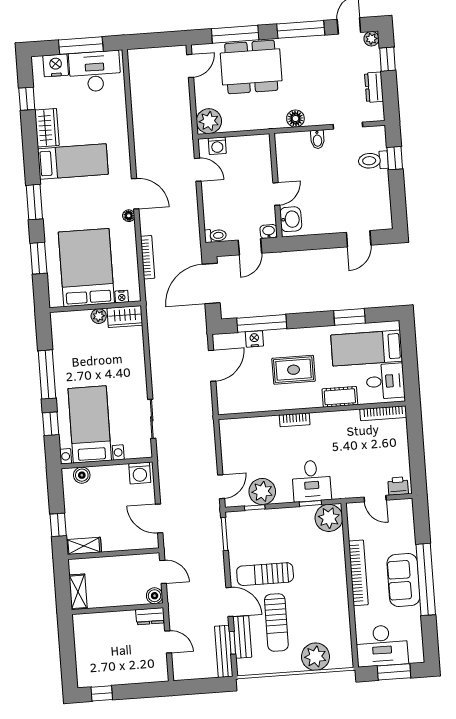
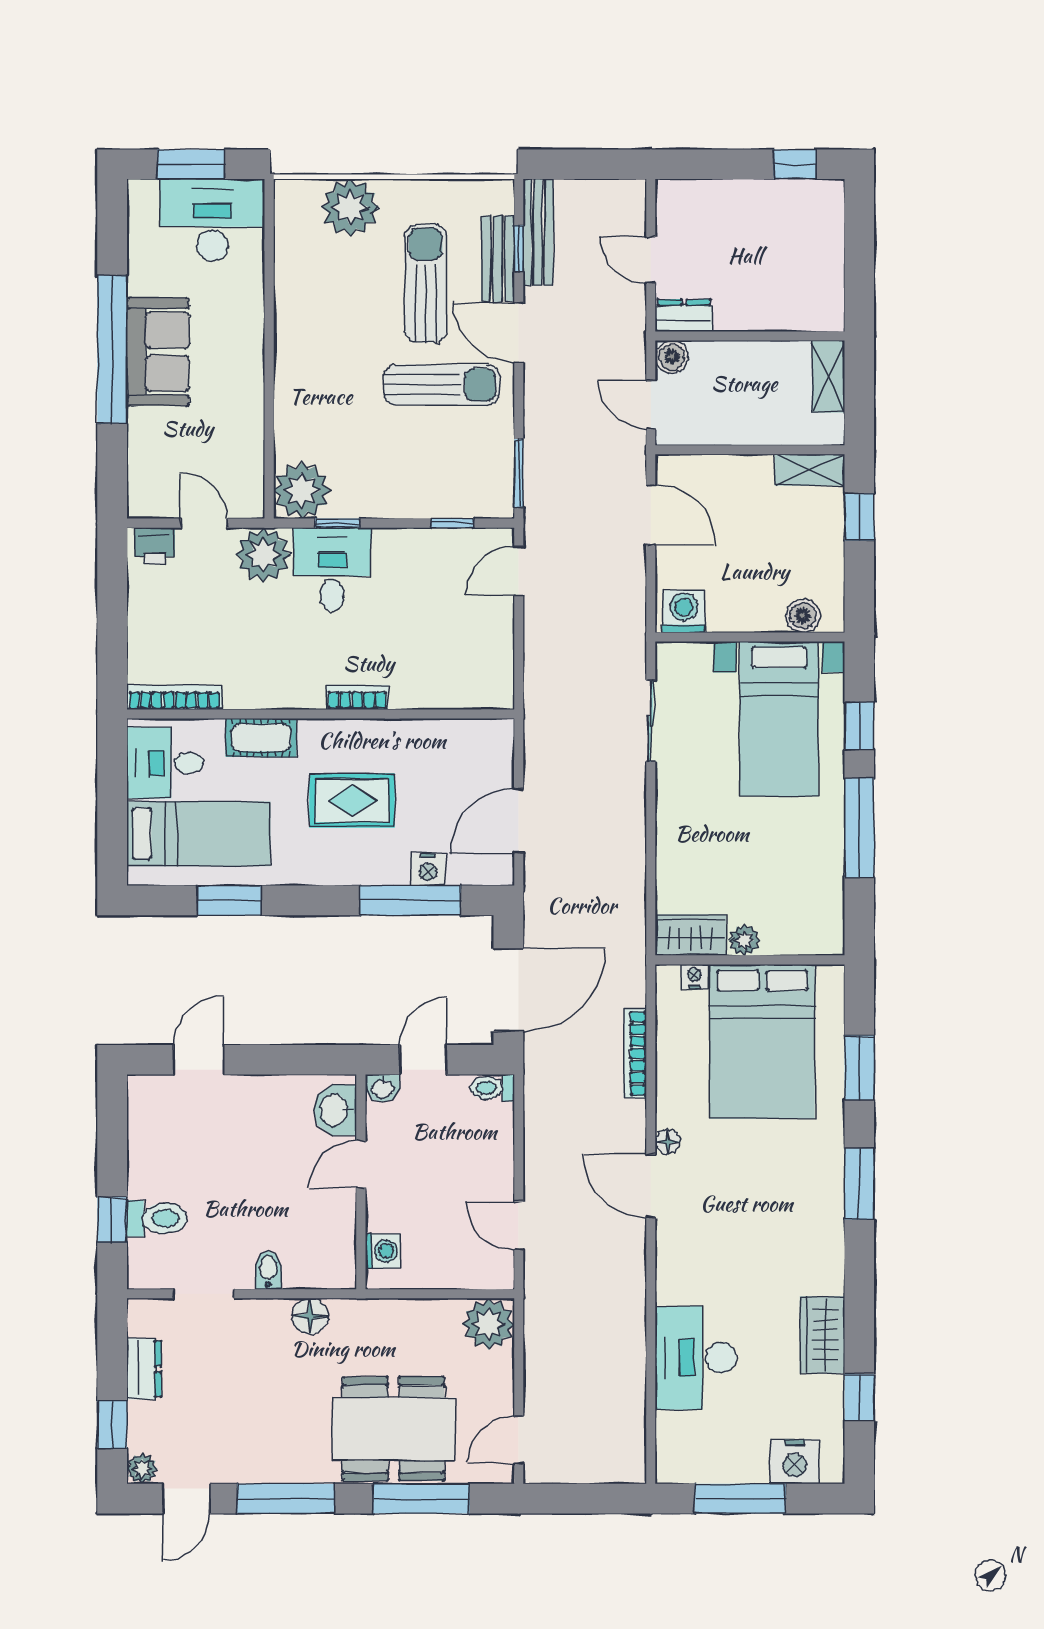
desk: (95, 71) -> (696, 1358), moved, turned 90
washing machine: (217, 146) -> (383, 1251), moved, turned 90
bed: (73, 161) -> (774, 1262), removed
plant: (262, 492) -> (263, 555), moved
bookcase: (358, 573) -> (250, 373), removed

